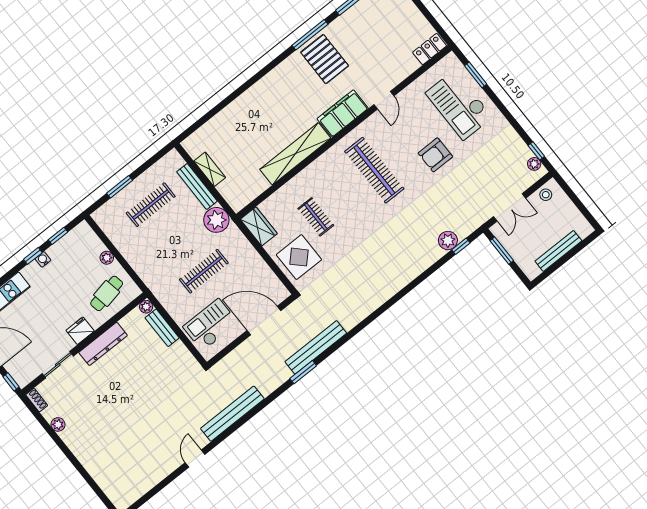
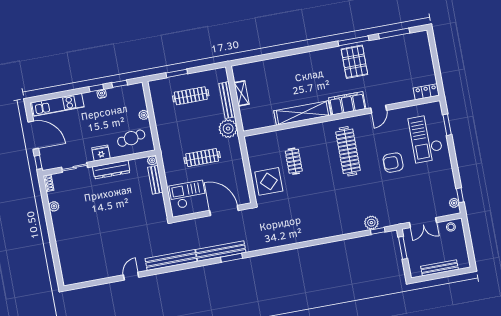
wardrobe: (259, 226) -> (253, 148), removed
bench: (316, 347) -> (221, 251), moved

